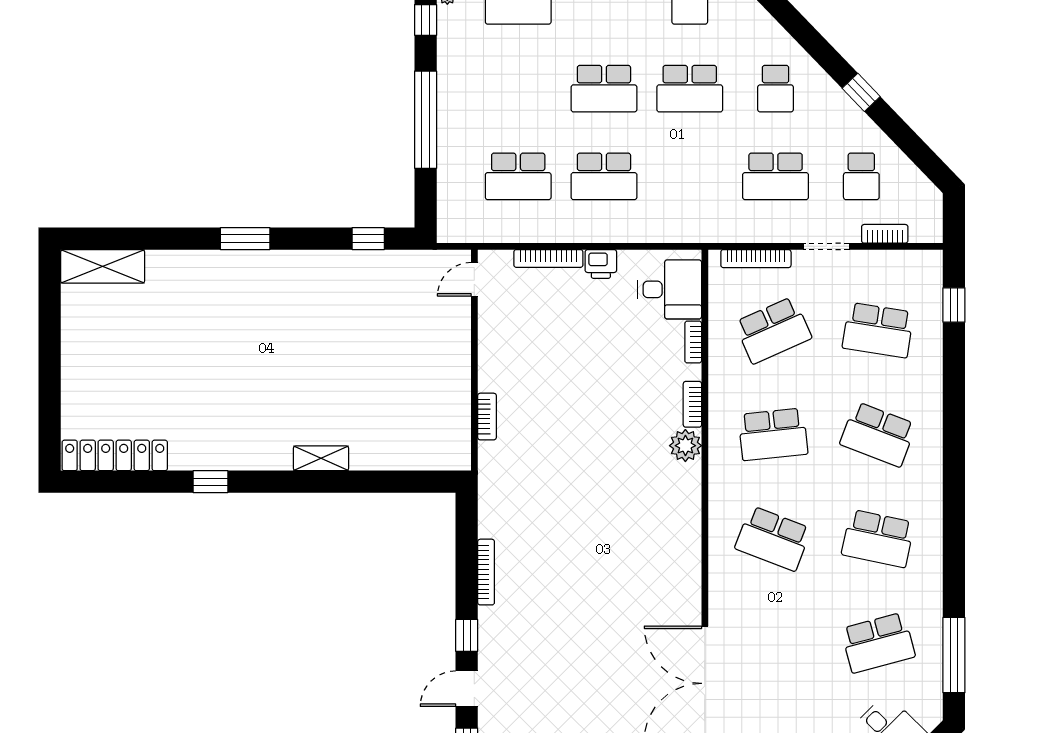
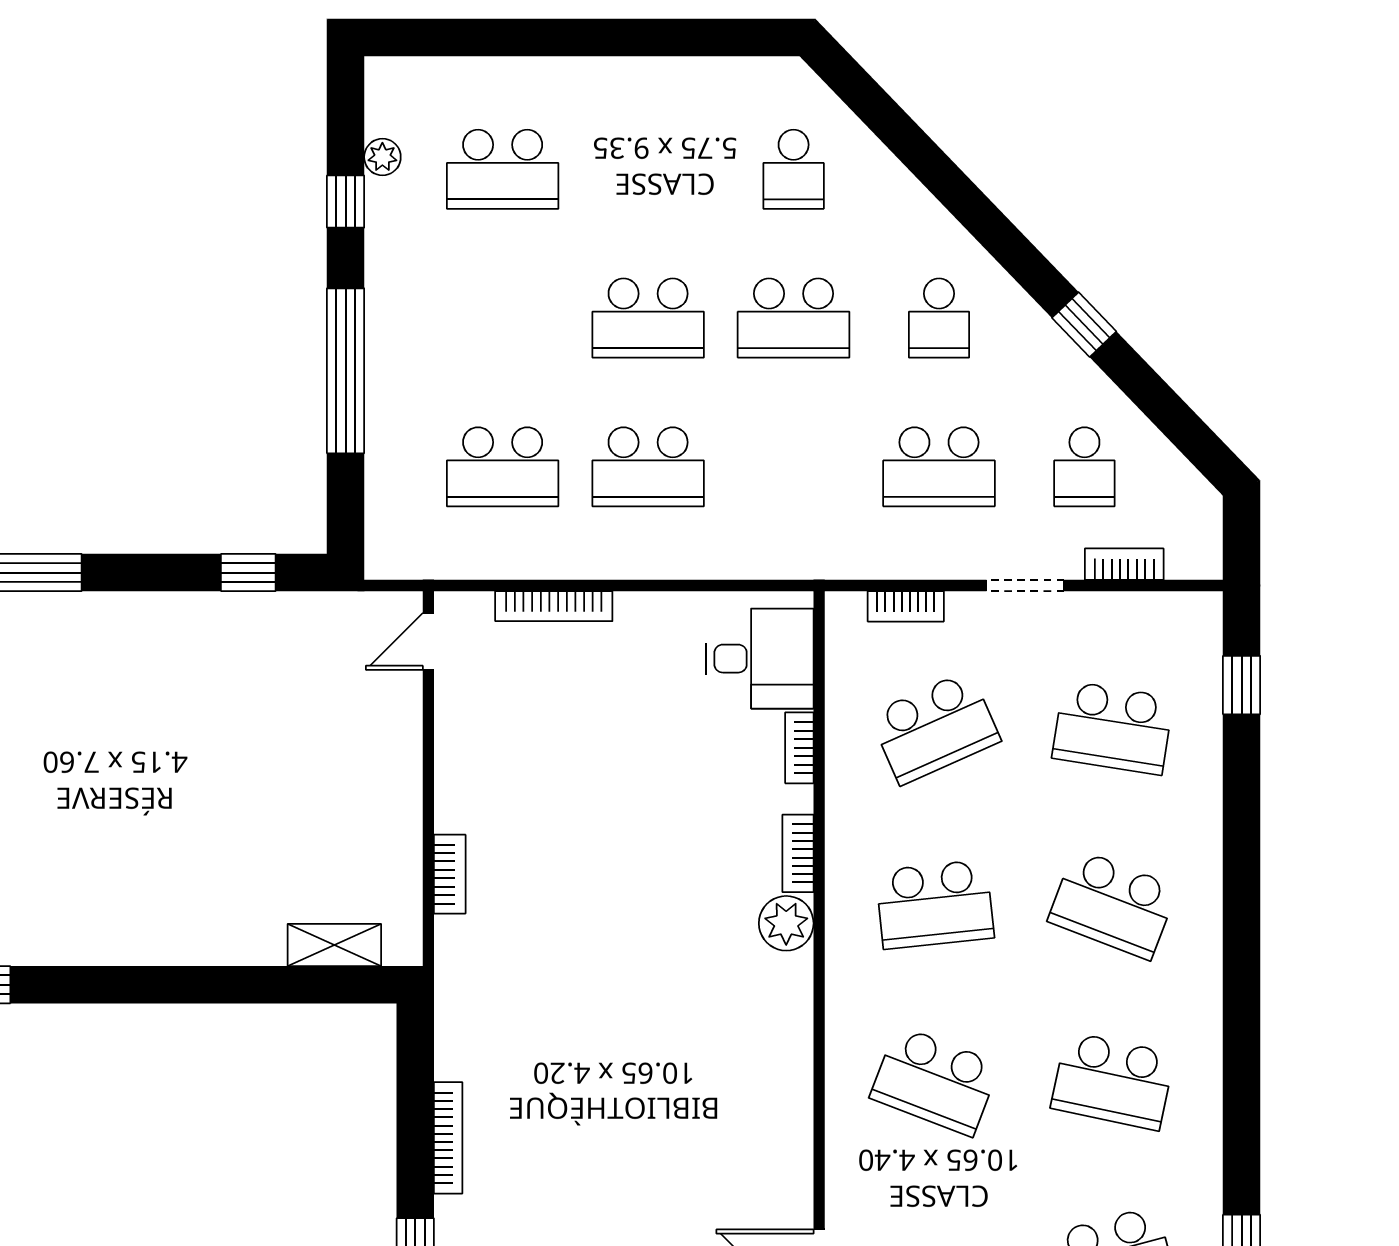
bookcase: (756, 259) -> (906, 606), width x0.64
printer: (601, 264) -> (643, 615), removed
shelving: (321, 458) -> (334, 945), moved

